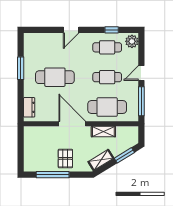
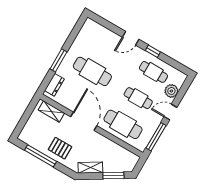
window: (112, 30) -> (153, 51), moved
plant: (132, 41) -> (171, 91), moved
window: (21, 68) -> (59, 60), moved
shelving: (103, 132) -> (51, 112), moved
pallet: (65, 158) -> (60, 148), turned 90

